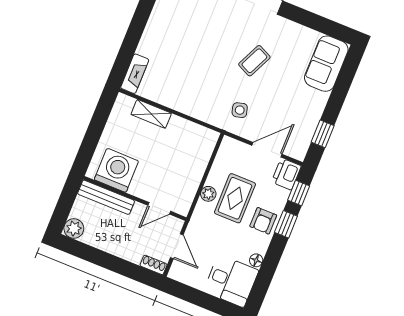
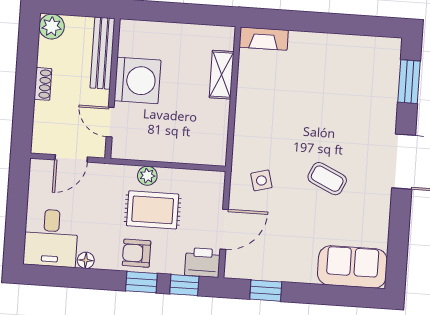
door: (267, 150) -> (224, 229), hinge flipped
washing machine: (116, 170) -> (137, 80), moved
shoe rack: (154, 265) -> (43, 84), moved

